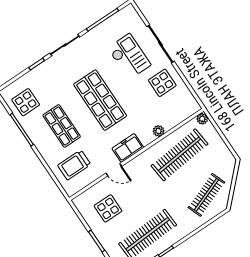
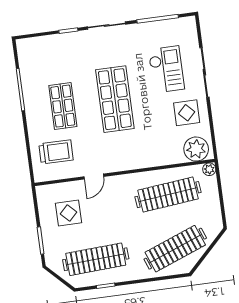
display table: (26, 102) -> (38, 64), removed
plant: (159, 131) -> (196, 149), moved, width x1.87, depth x1.87
freezer: (128, 148) -> (119, 162), removed
trolley: (74, 165) -> (56, 152), turned 180
door: (114, 170) -> (94, 177), hinge flipped
clothes rail: (206, 195) -> (175, 249), width x1.37, depth x1.31

